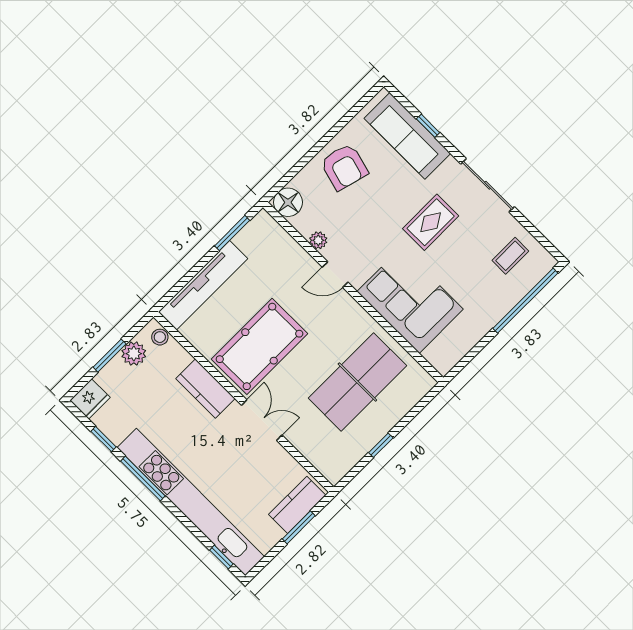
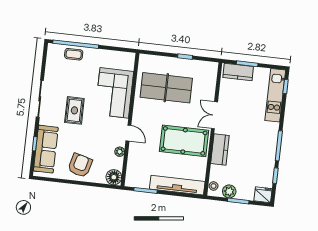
rug: (431, 222) -> (74, 110), turned 90
coffee table: (510, 256) -> (74, 54), moved
kitchen unit: (191, 502) -> (275, 95), width x0.54

